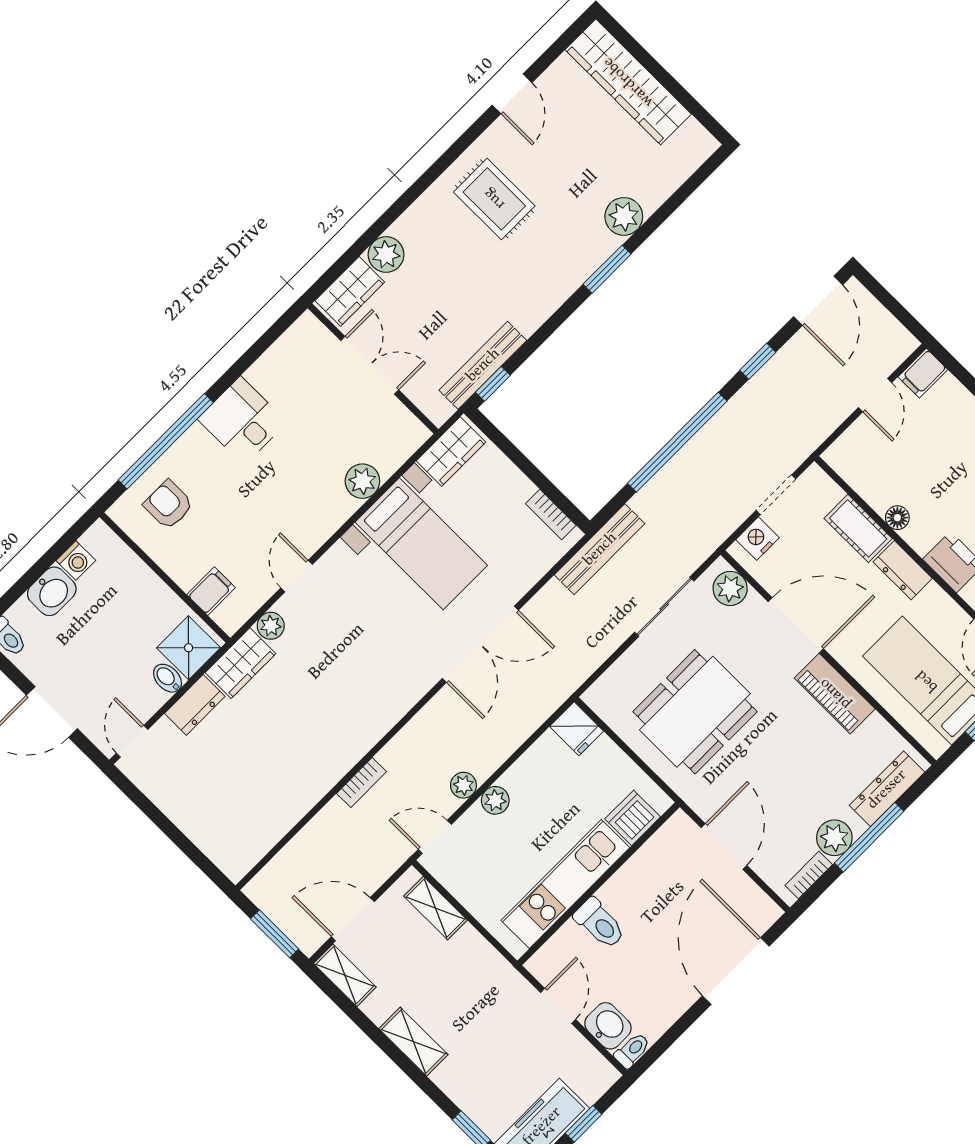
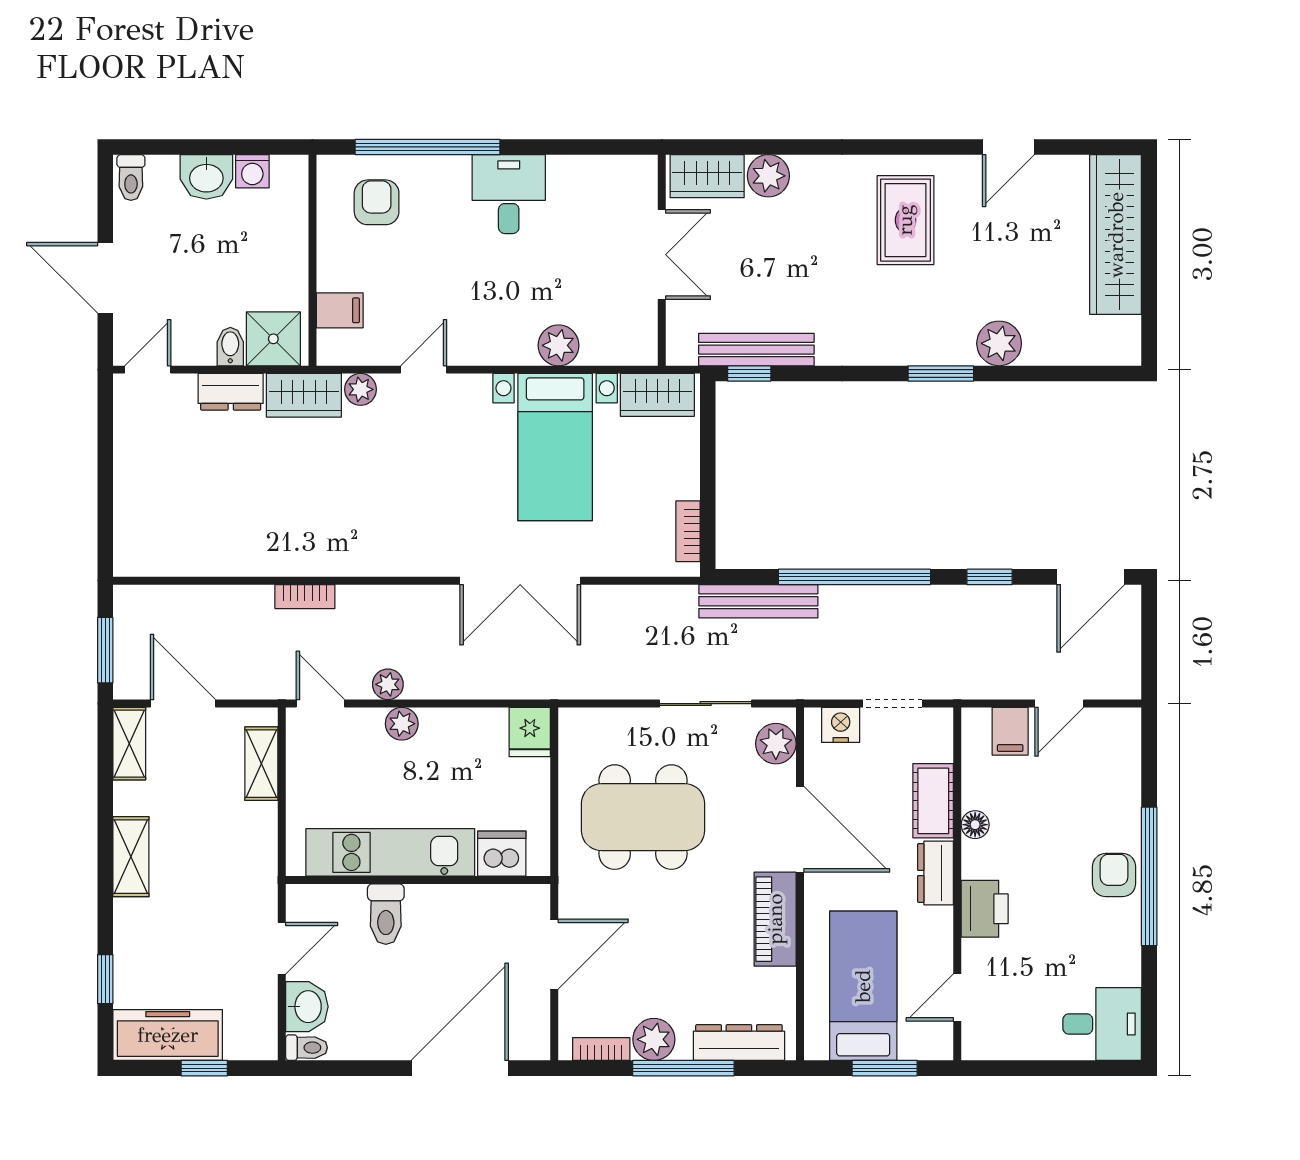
filing cabinet: (923, 373) -> (1010, 731), moved, turned -90
bench: (600, 549) -> (758, 601), moved

